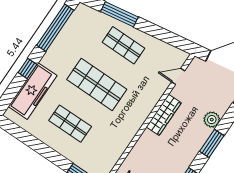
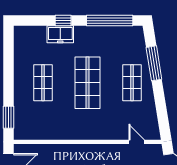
freezer: (33, 91) -> (60, 34), width x0.52, depth x0.79
wardrobe: (164, 115) -> (99, 151), removed

